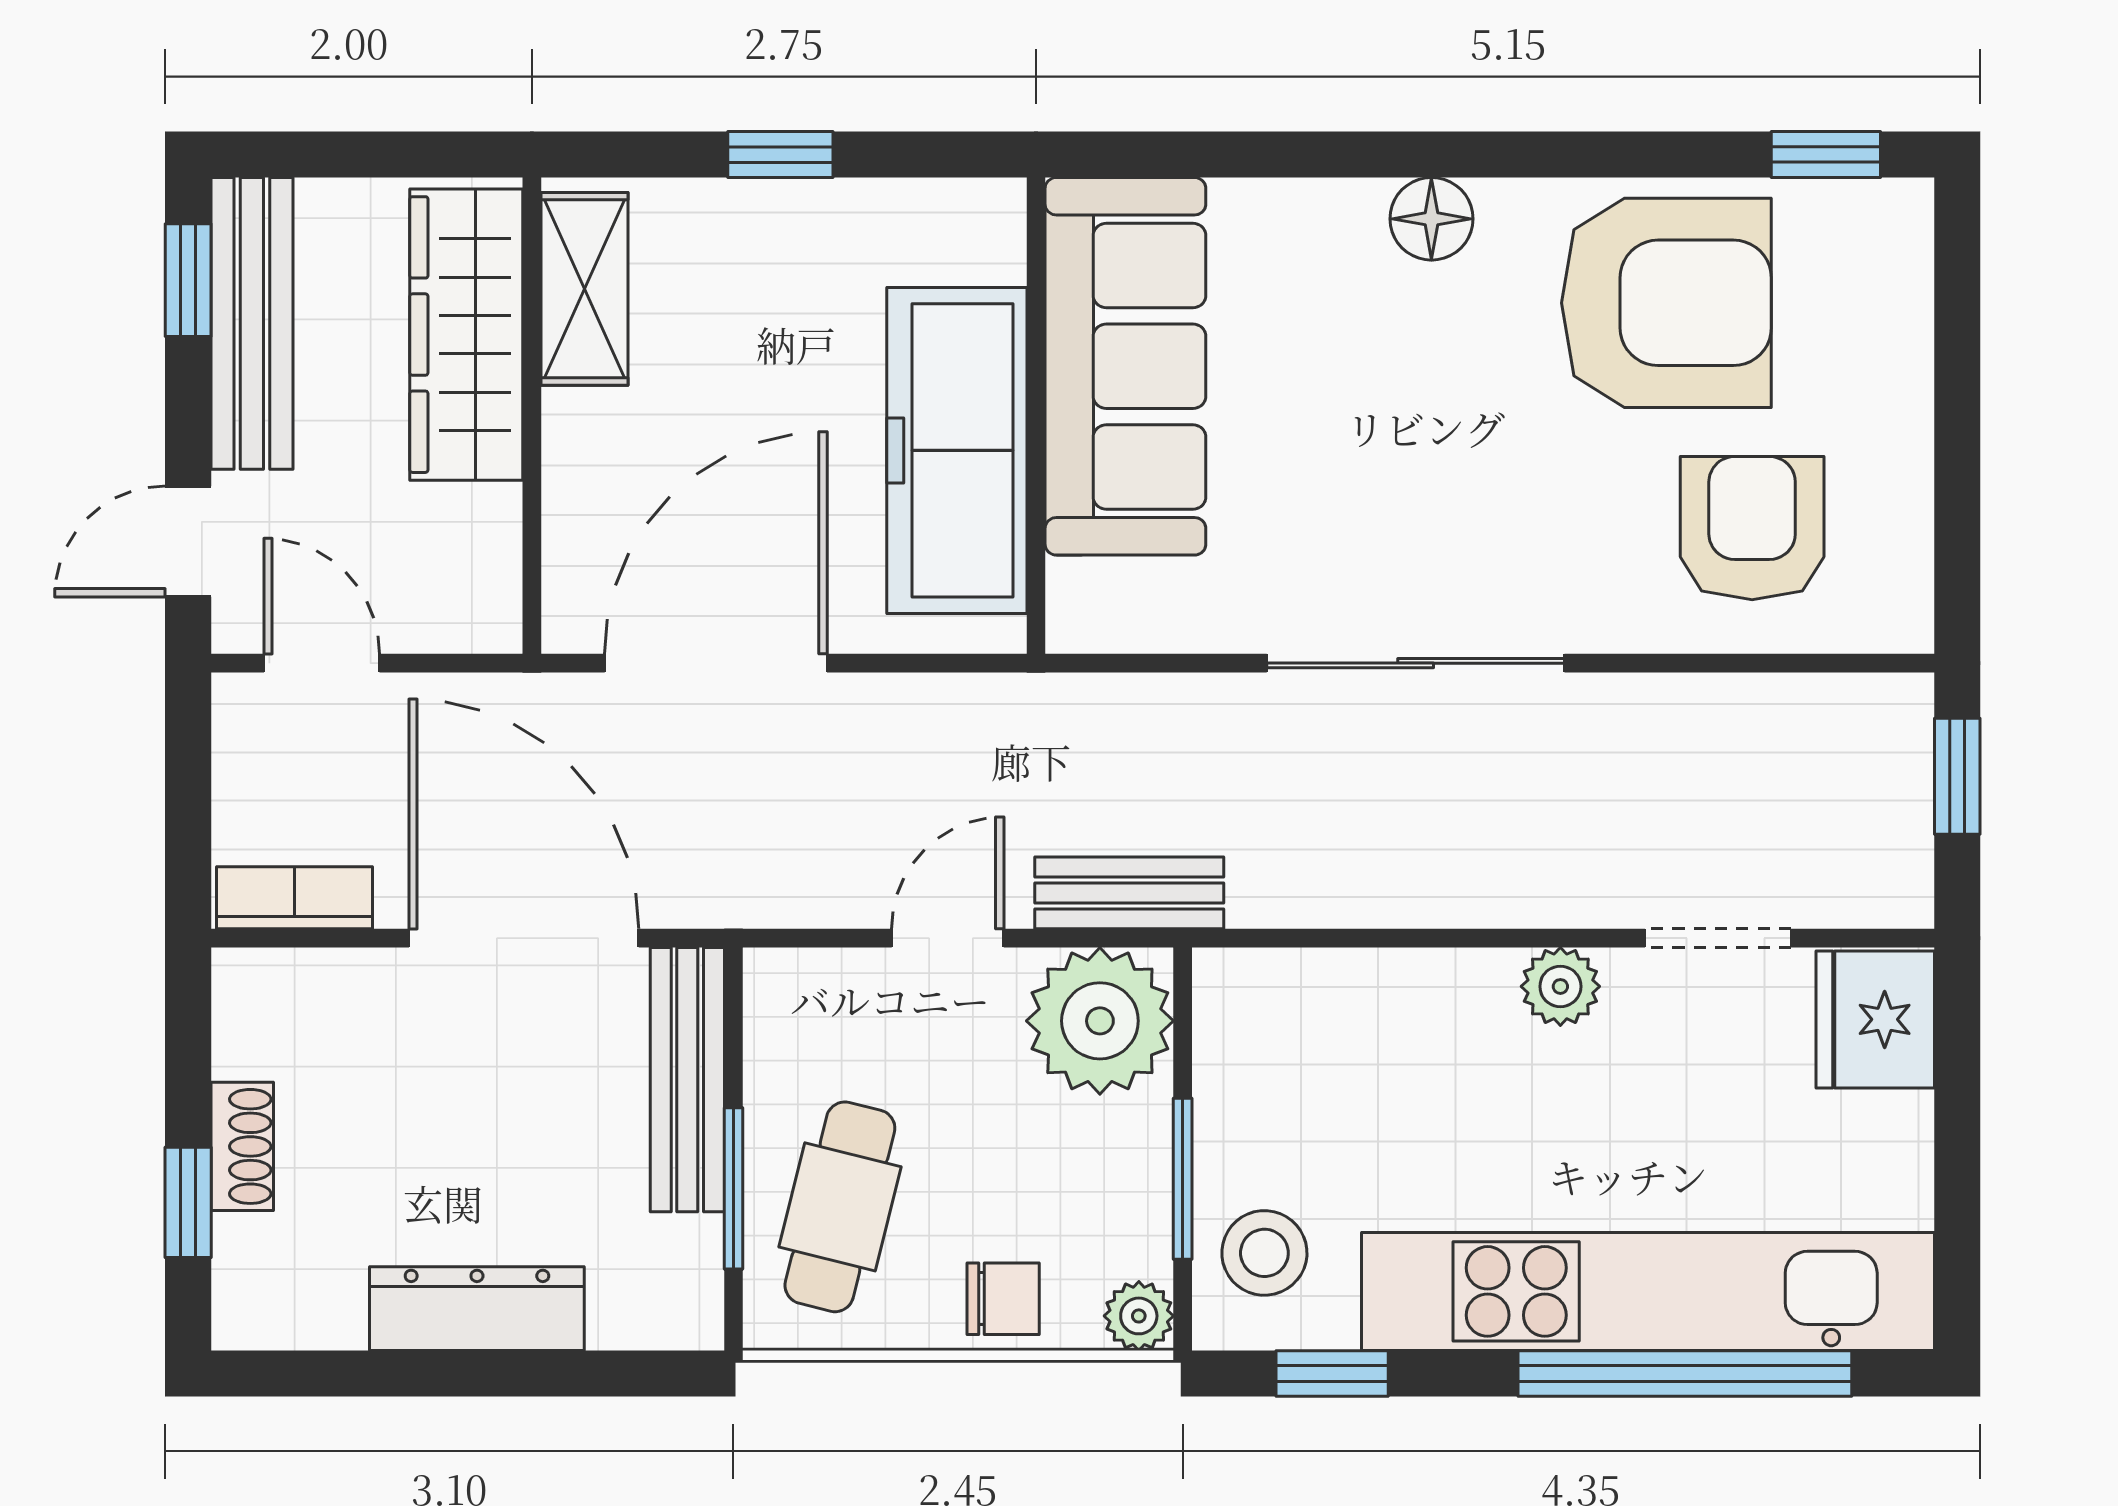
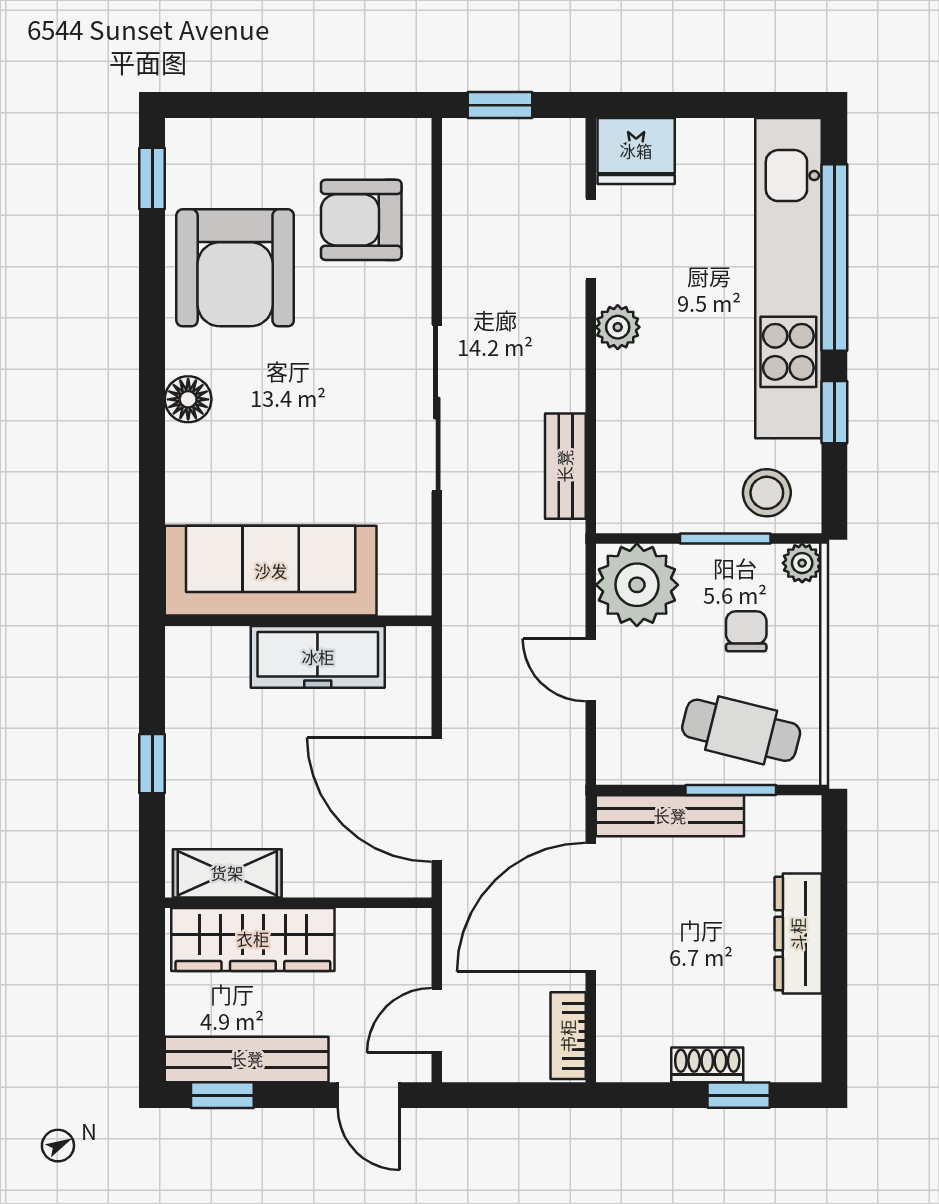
armchair: (1666, 303) -> (235, 268), turned 180
freezer: (957, 450) -> (318, 657), width x0.73, depth x0.79
bench: (1129, 893) -> (565, 466), moved
chair: (1003, 1299) -> (746, 631), moved
window: (1332, 1374) -> (834, 412), moved

